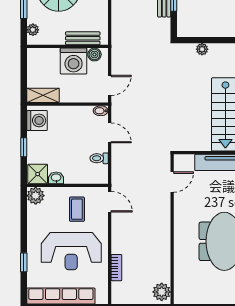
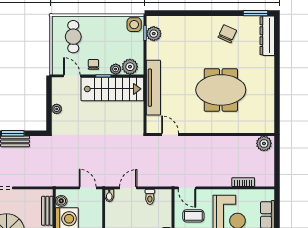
door: (110, 202) -> (187, 188), swing flipped

